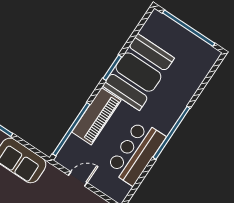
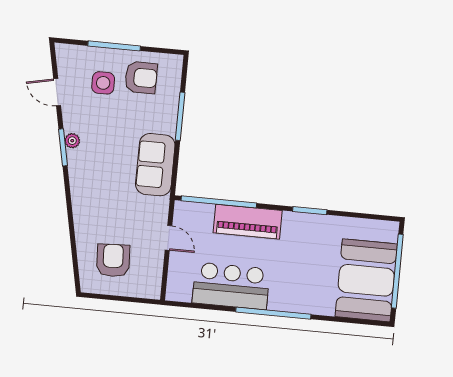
booth: (138, 72) -> (366, 280), moved, turned 90

